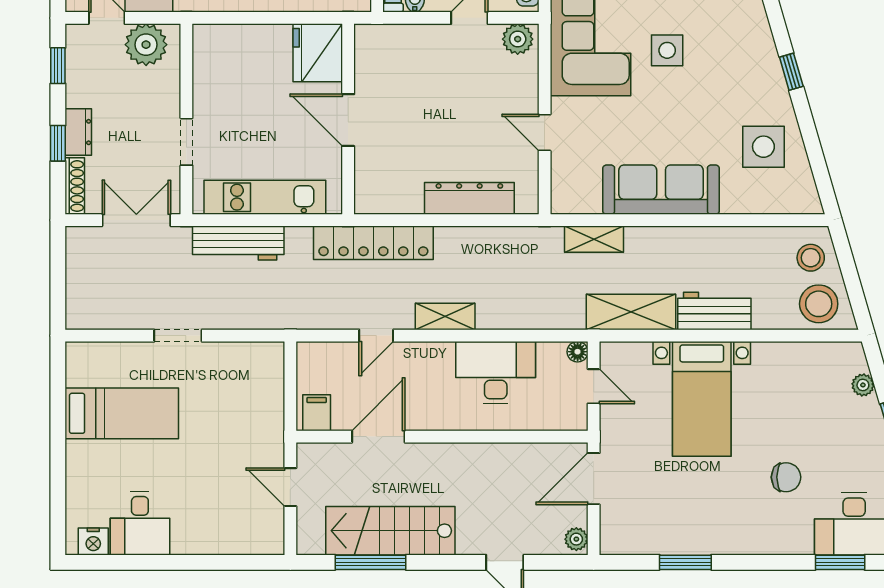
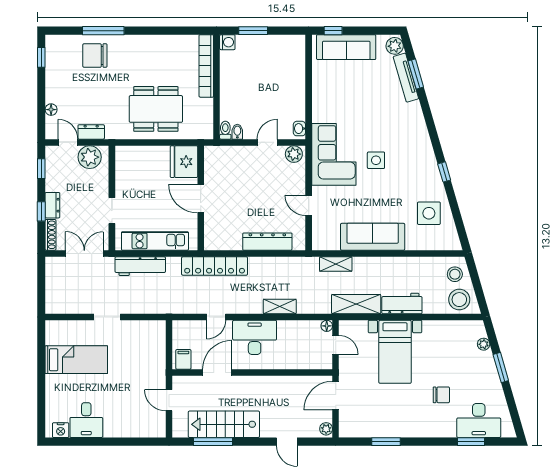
shelving: (445, 316) -> (280, 306), moved
desk: (496, 373) -> (255, 337), moved

